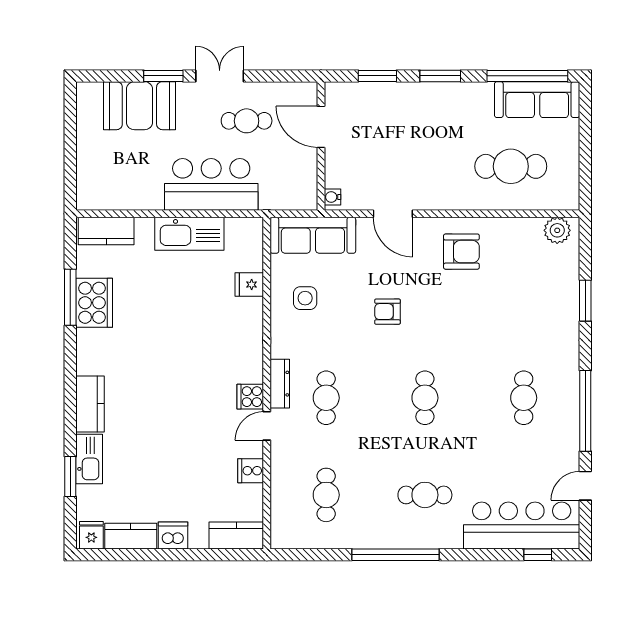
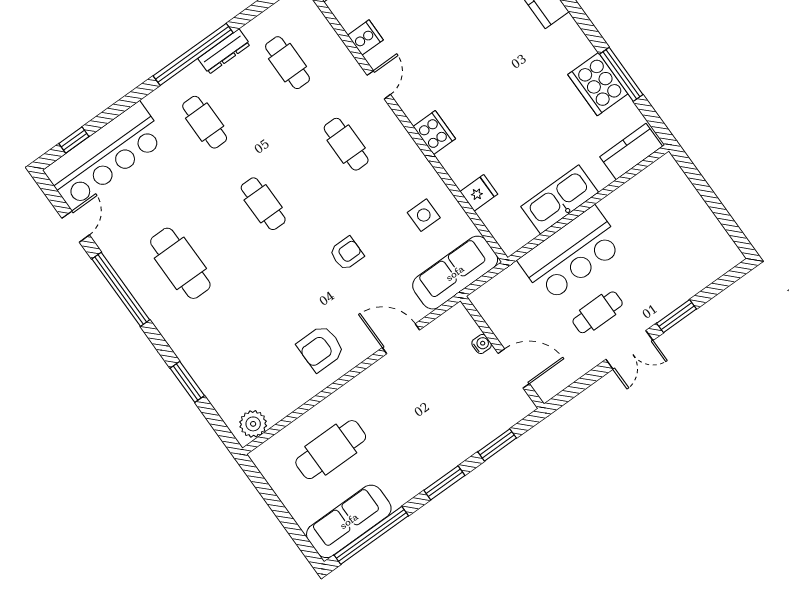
booth: (139, 106) -> (679, 277), removed
cafe table: (247, 121) -> (598, 312), moved
water cooler: (332, 197) -> (482, 344), moved
dresser: (280, 384) -> (224, 52), moved, turned -90
cooker: (250, 397) -> (434, 133), moved, width x1.36
cafe table: (524, 398) -> (180, 263), width x1.37, depth x1.35
cafe table: (425, 495) -> (205, 122), turned 90

